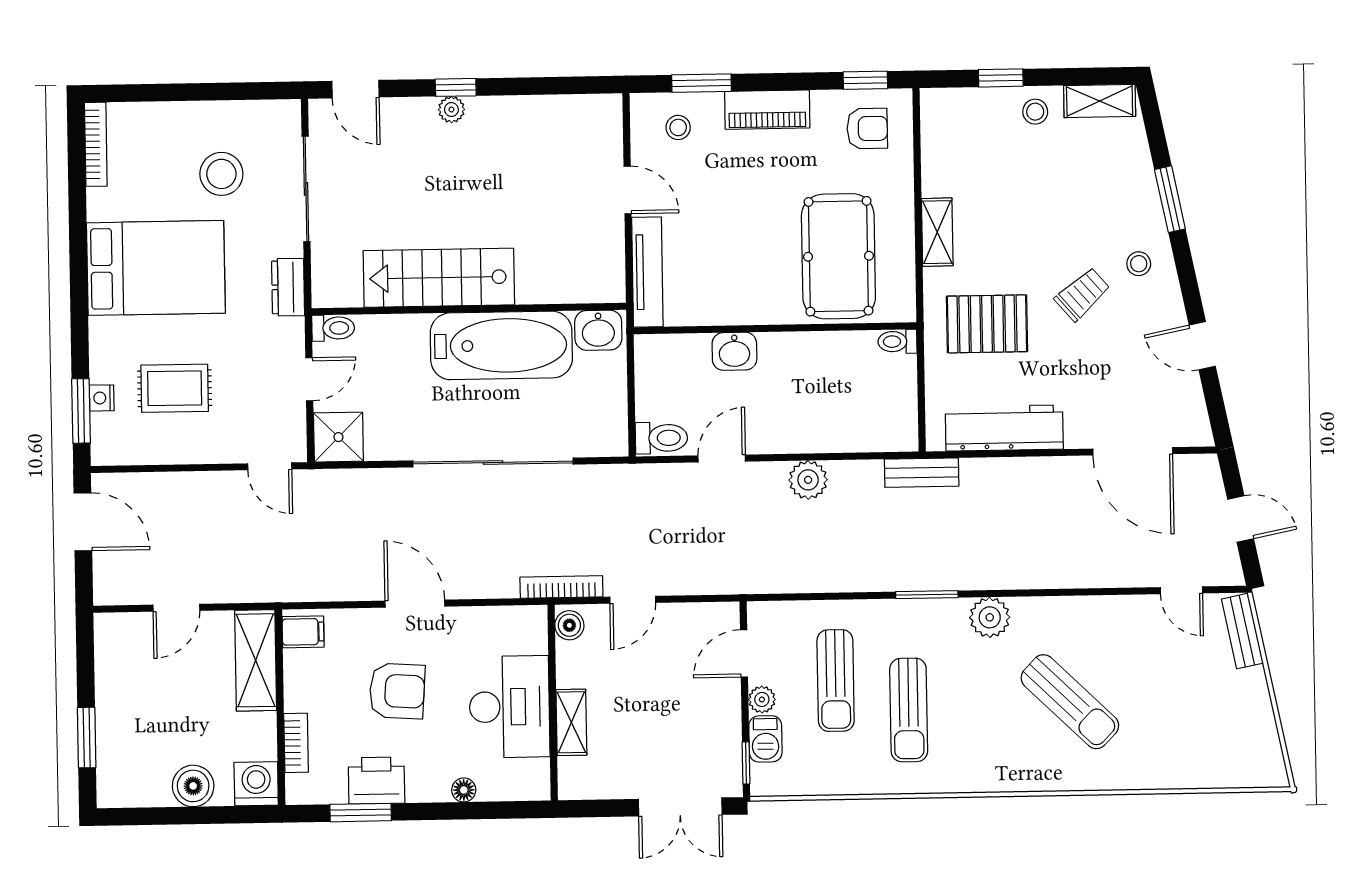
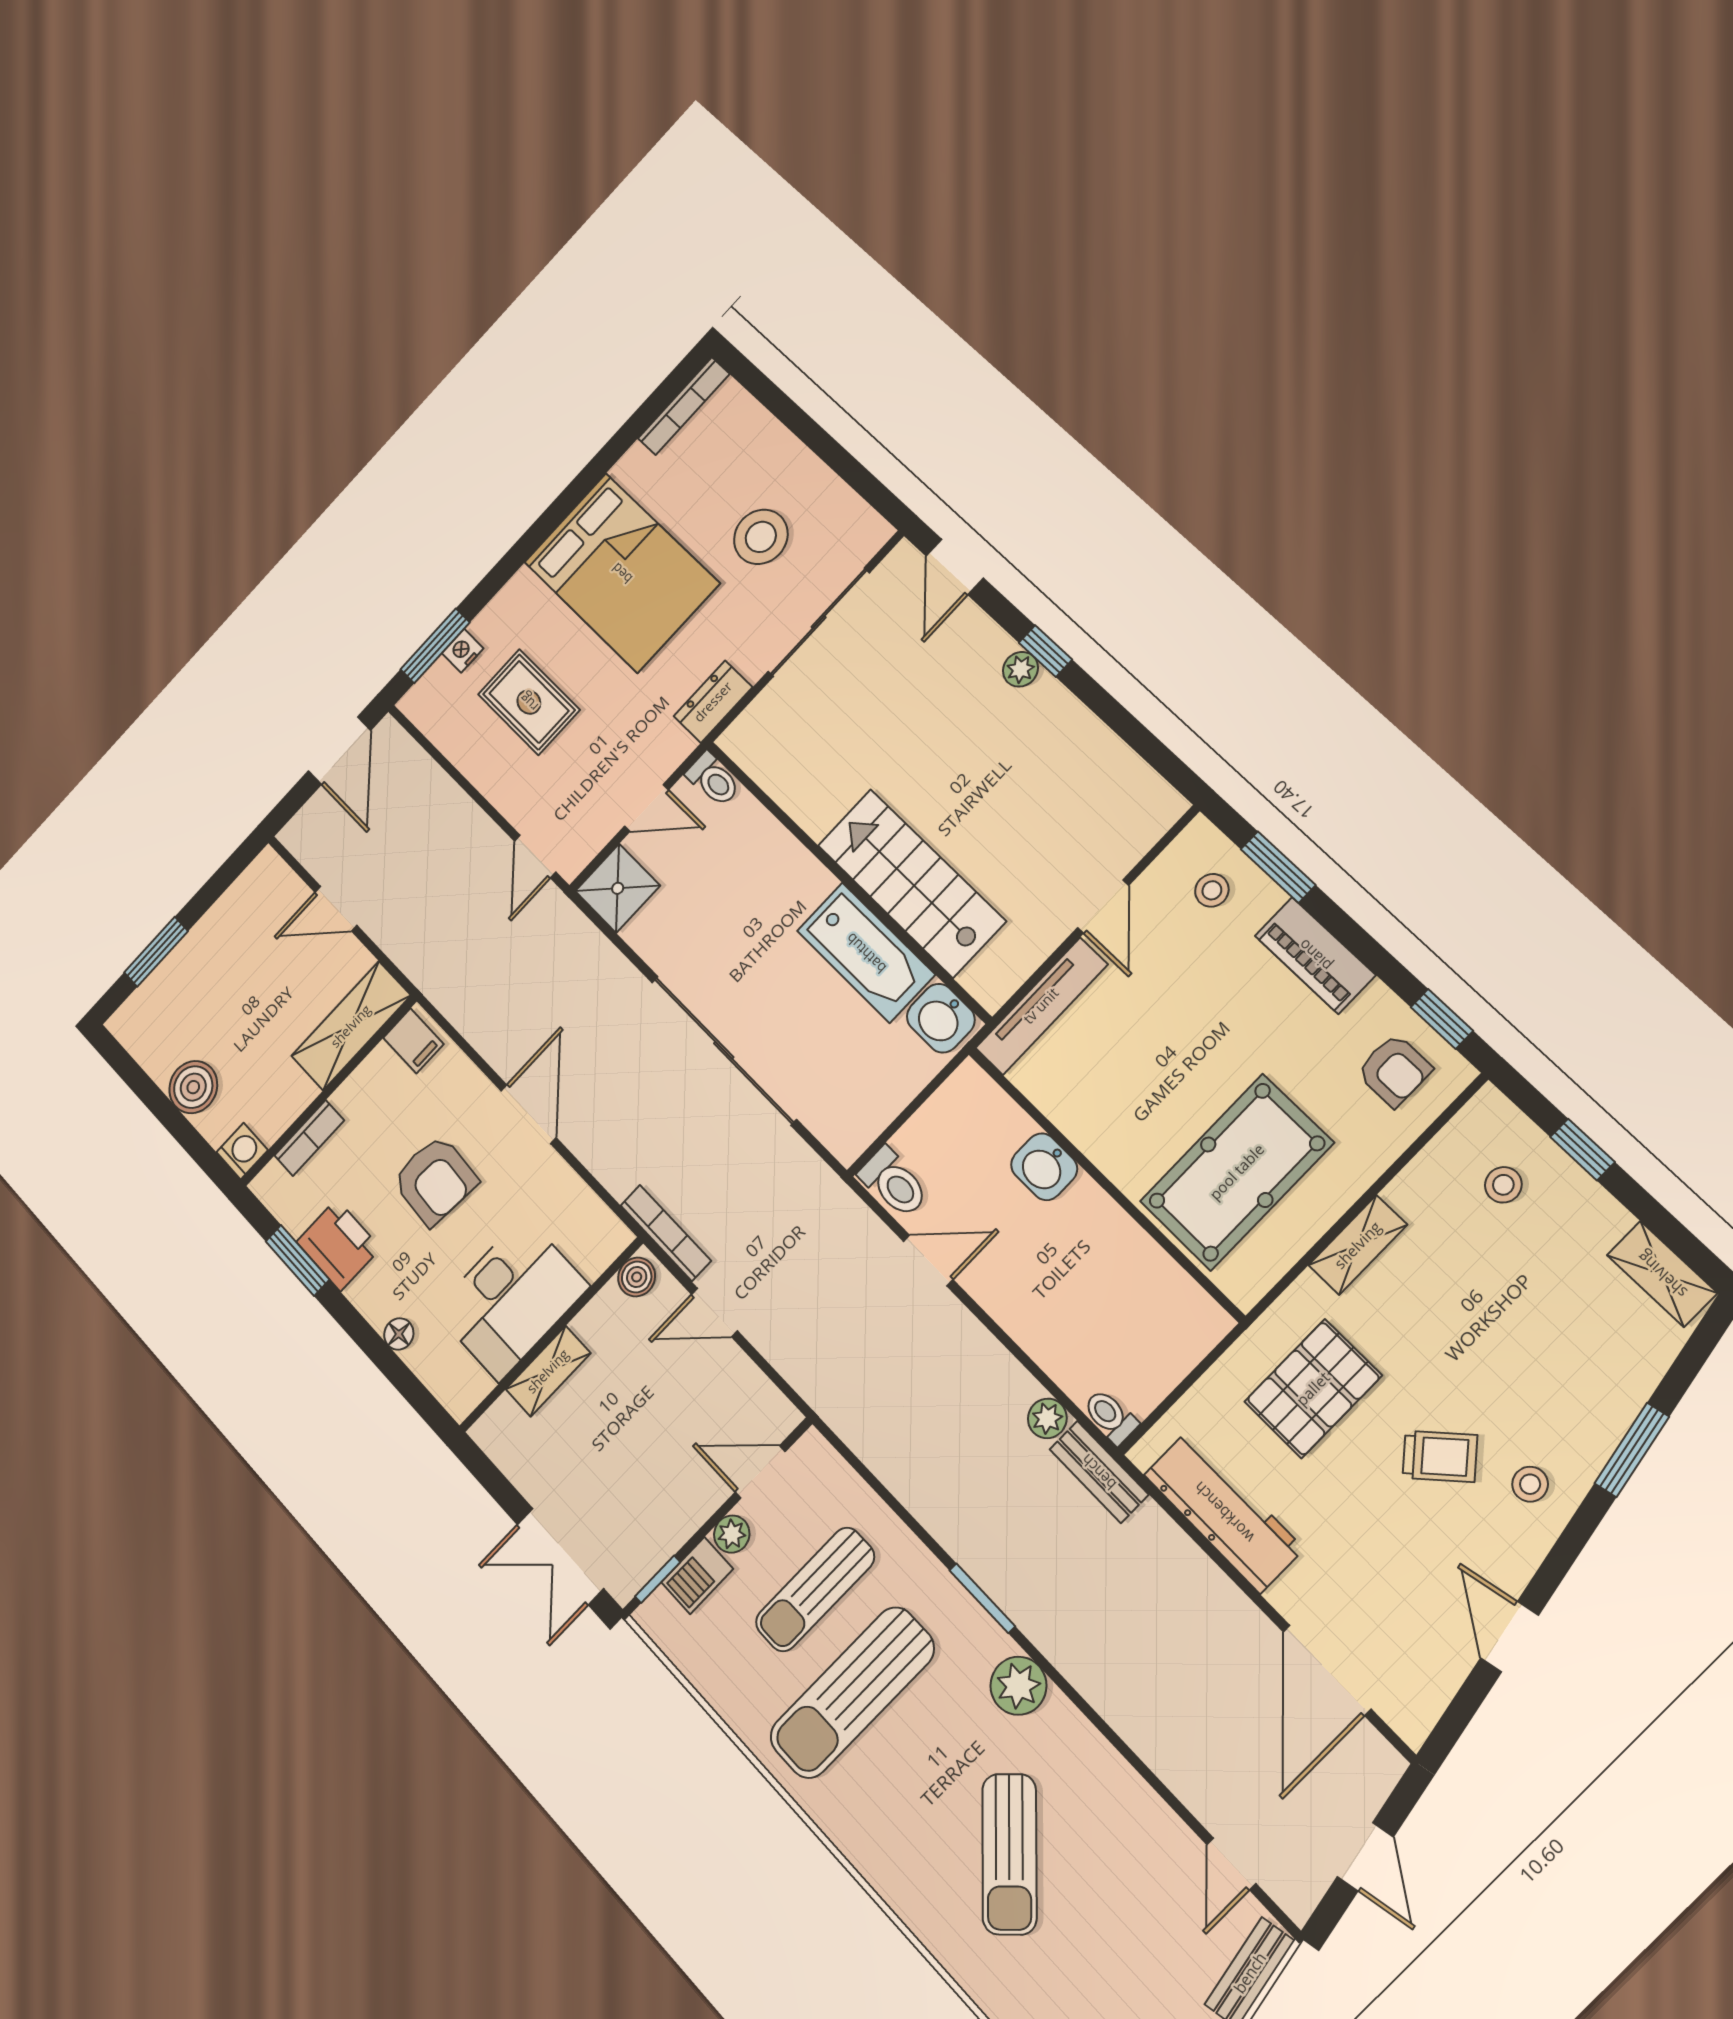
stool: (1035, 112) -> (1503, 1185), moved
stairs: (439, 278) -> (911, 883), moved
pallet: (987, 324) -> (1313, 1389), turned 90
toilet: (897, 341) -> (1110, 1417), moved
bathtub: (501, 345) -> (866, 953), width x0.73, depth x0.73
plant: (808, 480) -> (1047, 1418), moved, width x0.73, depth x0.73
sun lounger: (909, 710) -> (852, 1693), width x1.36, depth x1.34
washing machine: (256, 784) -> (242, 1151), width x0.73, depth x0.73

